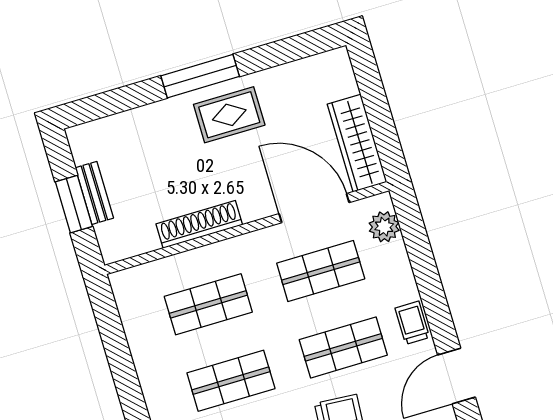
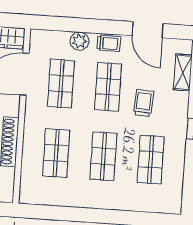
plant: (384, 227) -> (79, 41), moved
trolley: (412, 323) -> (109, 43), turned 180

